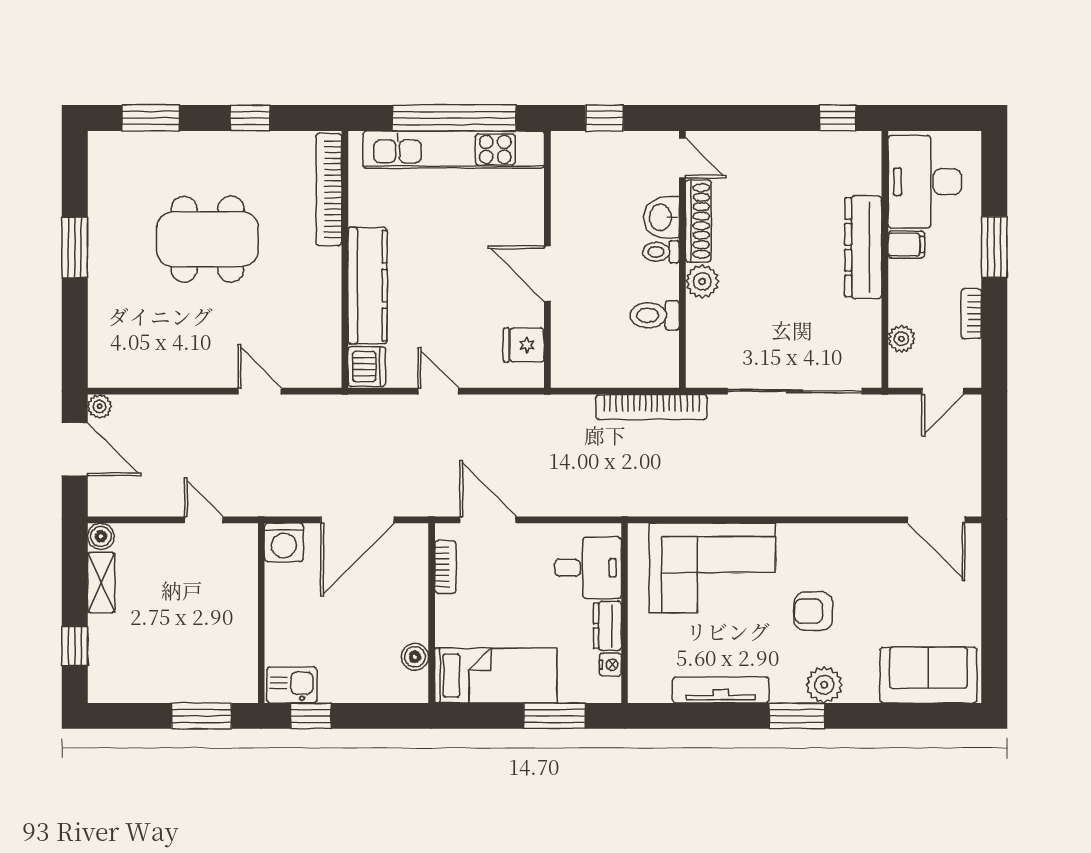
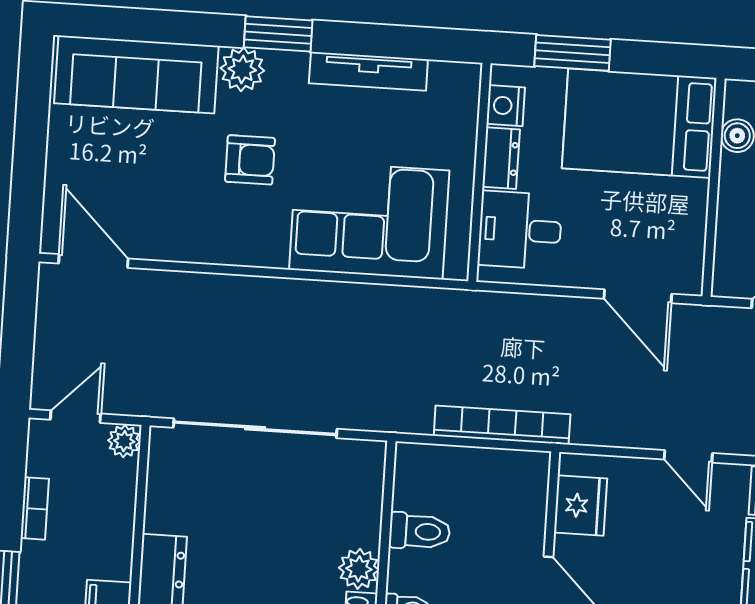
plant: (901, 339) -> (124, 441), moved
fridge: (524, 345) -> (581, 506), width x1.38
bookcase: (651, 407) -> (502, 425), moved
bookcase: (445, 567) -> (693, 242), removed
nightstand: (610, 665) -> (506, 106), width x1.39, depth x1.35
sofa: (928, 675) -> (136, 75), width x1.36
bed: (496, 676) -> (639, 123), width x1.50

